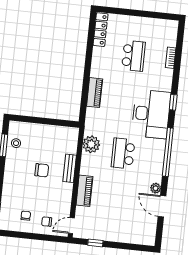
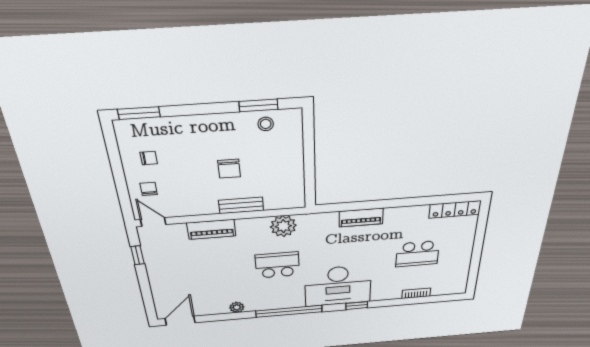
door: (162, 206) -> (180, 321), moved

